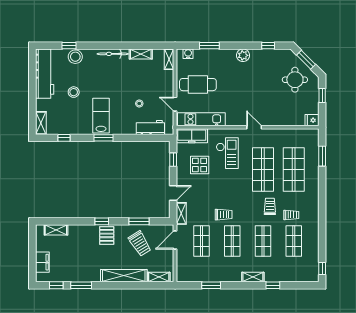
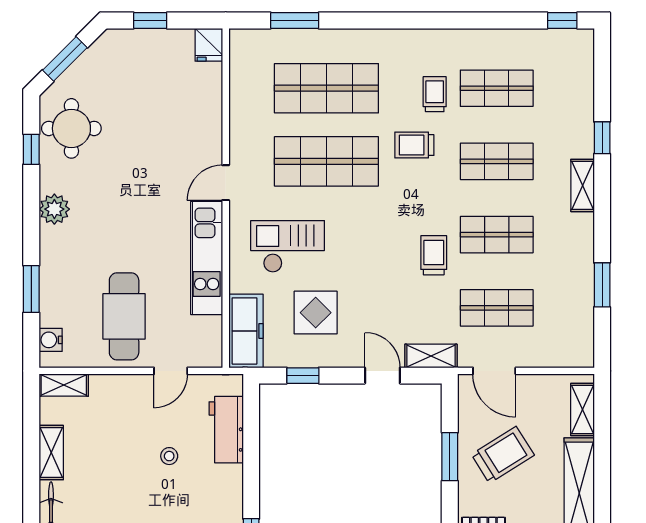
round table: (295, 80) -> (71, 128), moved
kitchen unit: (201, 119) -> (207, 258), moved

